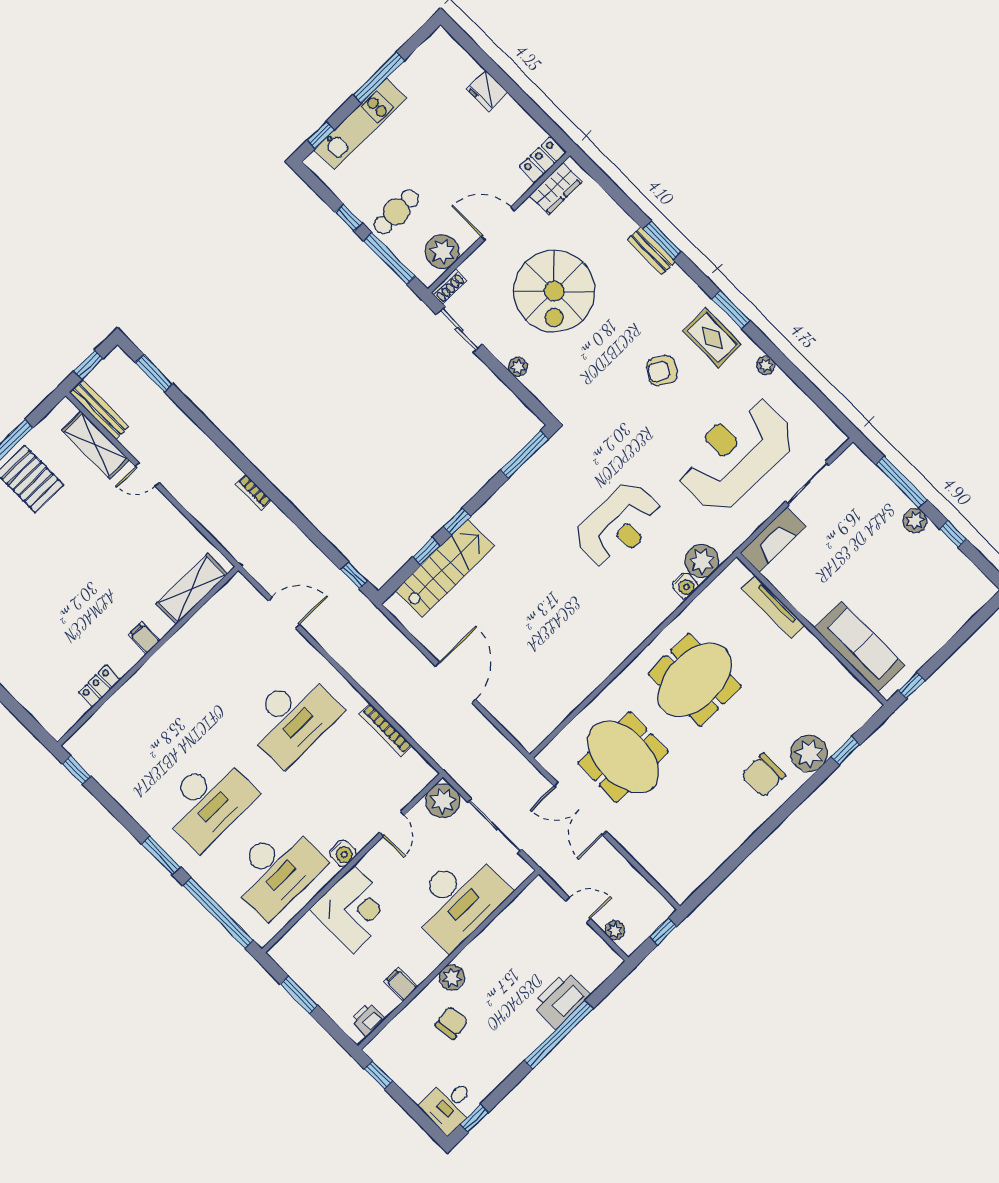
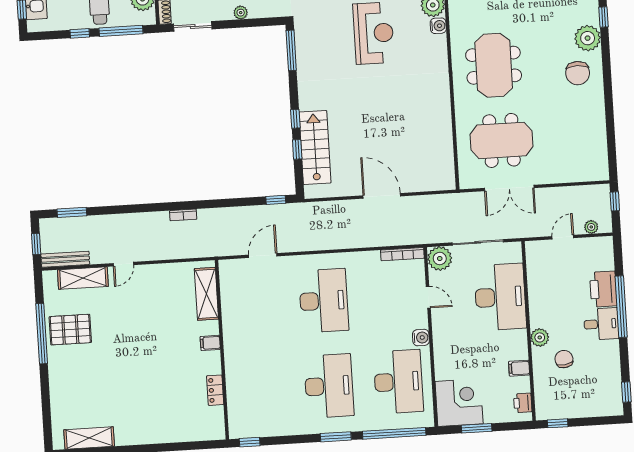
bookcase: (386, 730) -> (402, 254), moved
corner desk: (354, 909) -> (459, 403), moved
desk: (449, 1105) -> (601, 324), moved, turned -90

